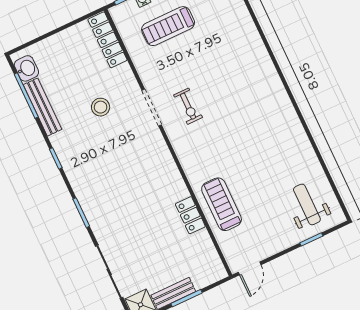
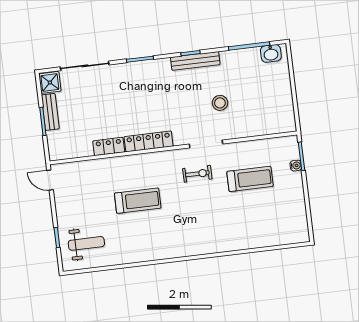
treadmill: (168, 26) -> (250, 179), moved, turned 90
locker: (107, 40) -> (149, 141), moved
exercise bike: (188, 106) -> (197, 174), turned 180
bench: (42, 107) -> (195, 61), moved
treadmill: (222, 204) -> (138, 201), moved

